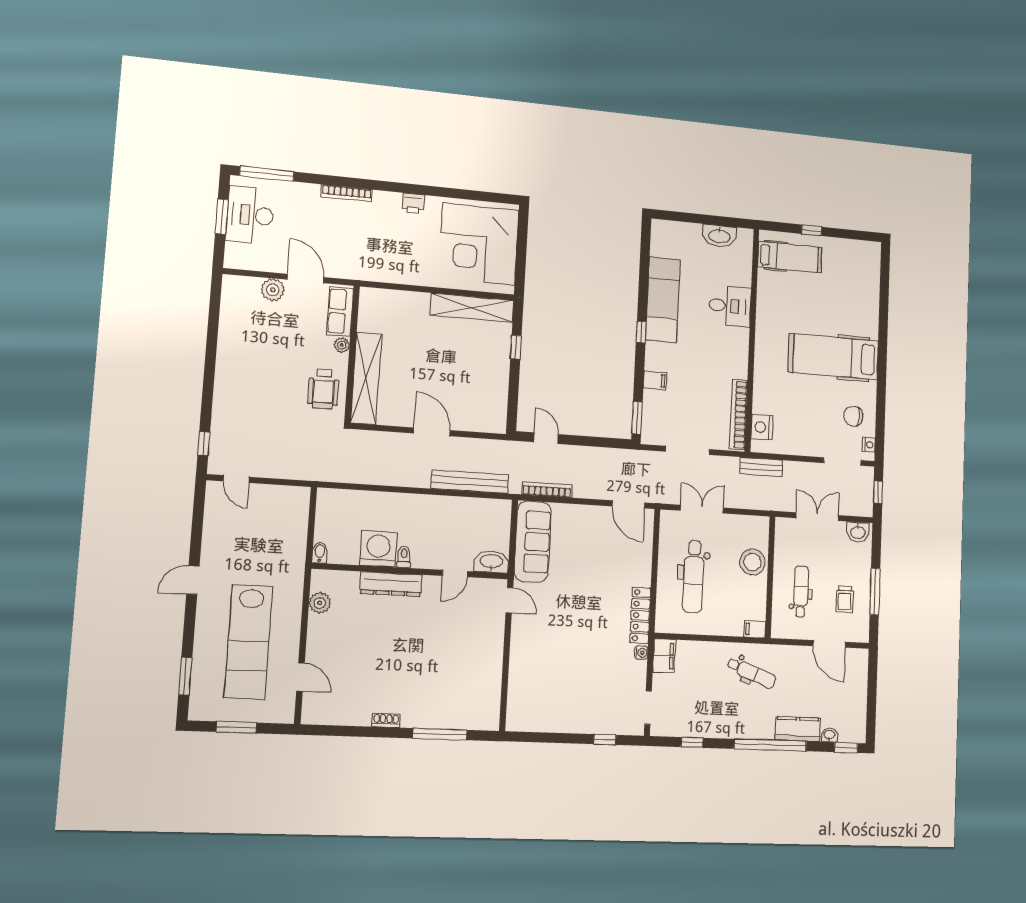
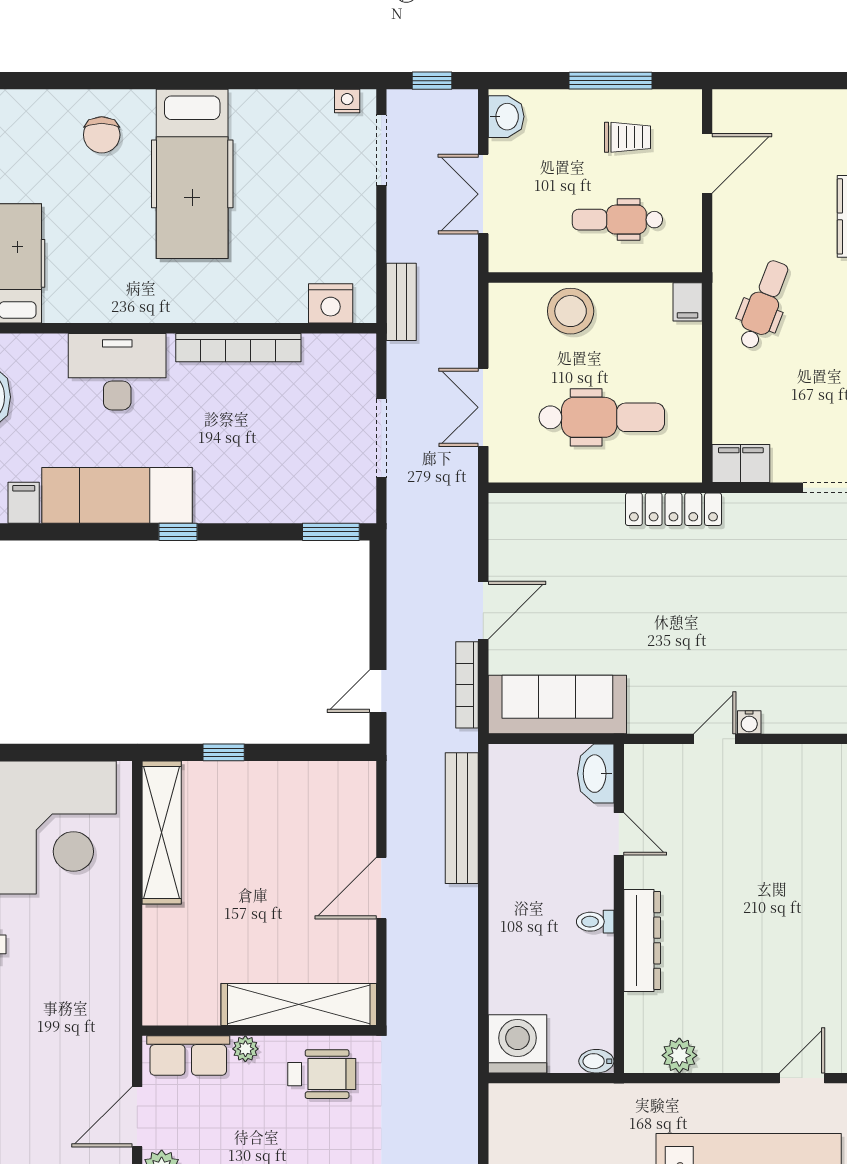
desk: (730, 306) -> (117, 372), width x1.37
filing cabinet: (655, 380) -> (24, 503), moved
bookcase: (739, 414) -> (238, 348), moved
chair: (853, 416) -> (102, 135), moved
door: (629, 504) -> (483, 610), moved
washing machine: (378, 549) -> (517, 1044), moved, turned 90
door: (509, 600) -> (715, 739), moved
water cooler: (641, 653) -> (749, 722), moved, turned 180

